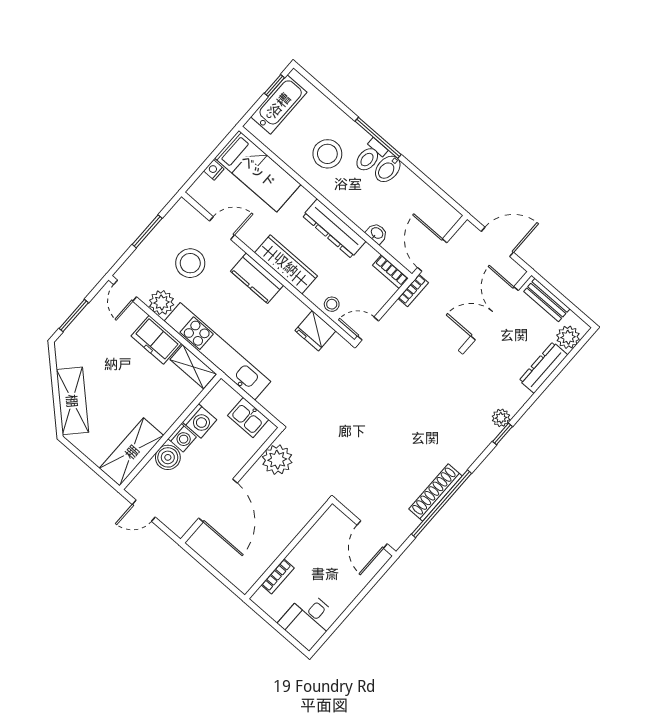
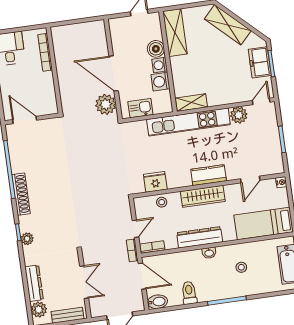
stool: (327, 154) -> (241, 267), width x0.53, depth x0.53
toilet: (370, 156) -> (189, 293), moved
bidet: (388, 169) -> (158, 302), moved, turned 90
nightstand: (214, 170) -> (281, 182), moved
washbasin: (377, 233) -> (209, 253), moved
stool: (190, 263) -> (246, 147), removed
door: (125, 291) -> (261, 101), hinge flipped
double door: (494, 313) -> (84, 282), width x0.73
door: (368, 329) -> (135, 229), moved
freezer: (156, 340) -> (260, 62), moved, turned -90
shoe rack: (436, 493) -> (21, 194), moved
door: (218, 500) -> (114, 73), moved
bookcase: (278, 576) -> (45, 52), width x1.56

